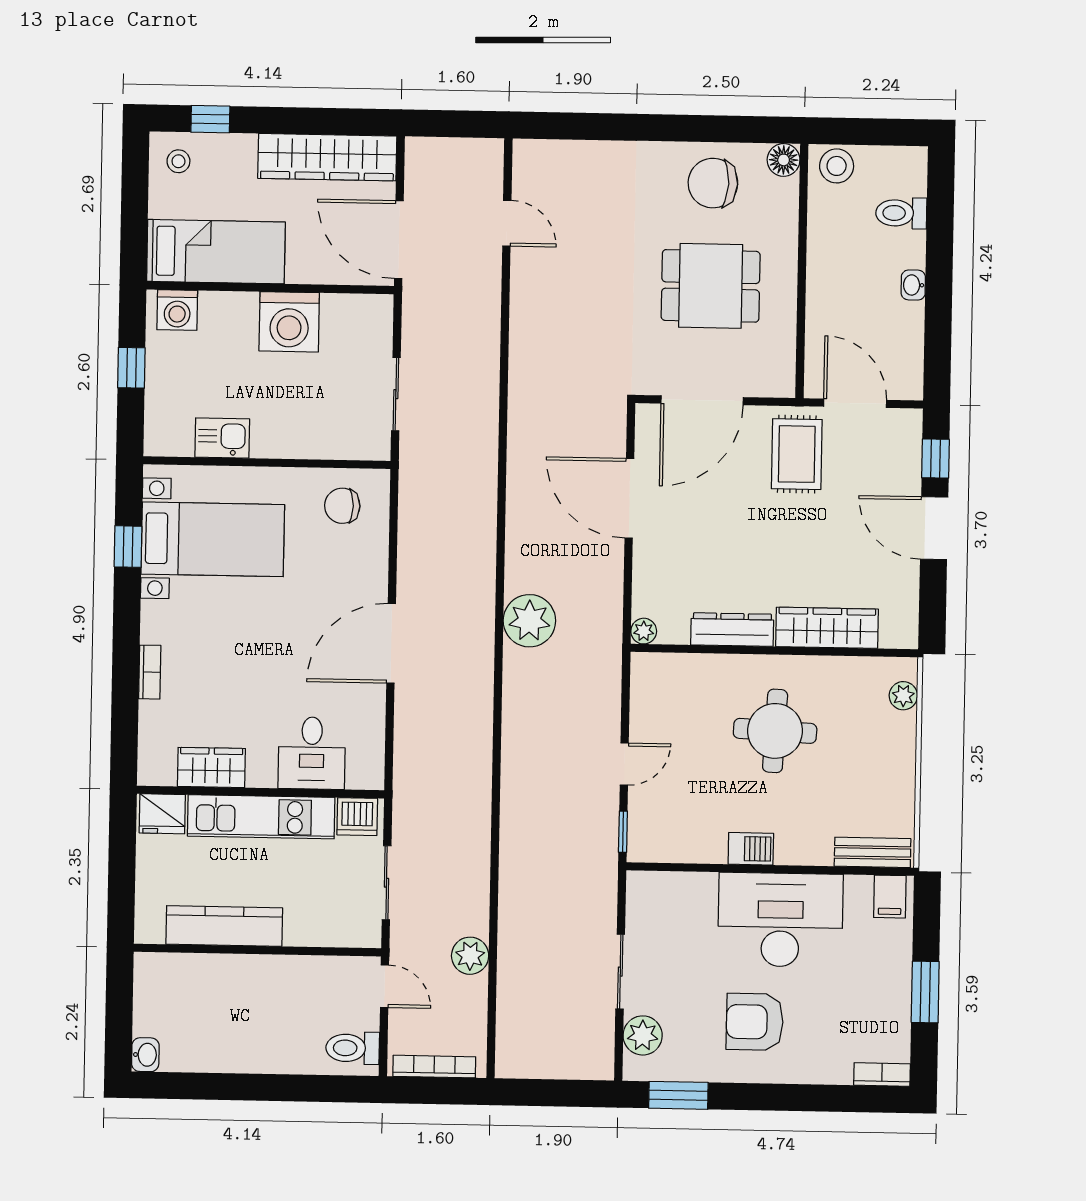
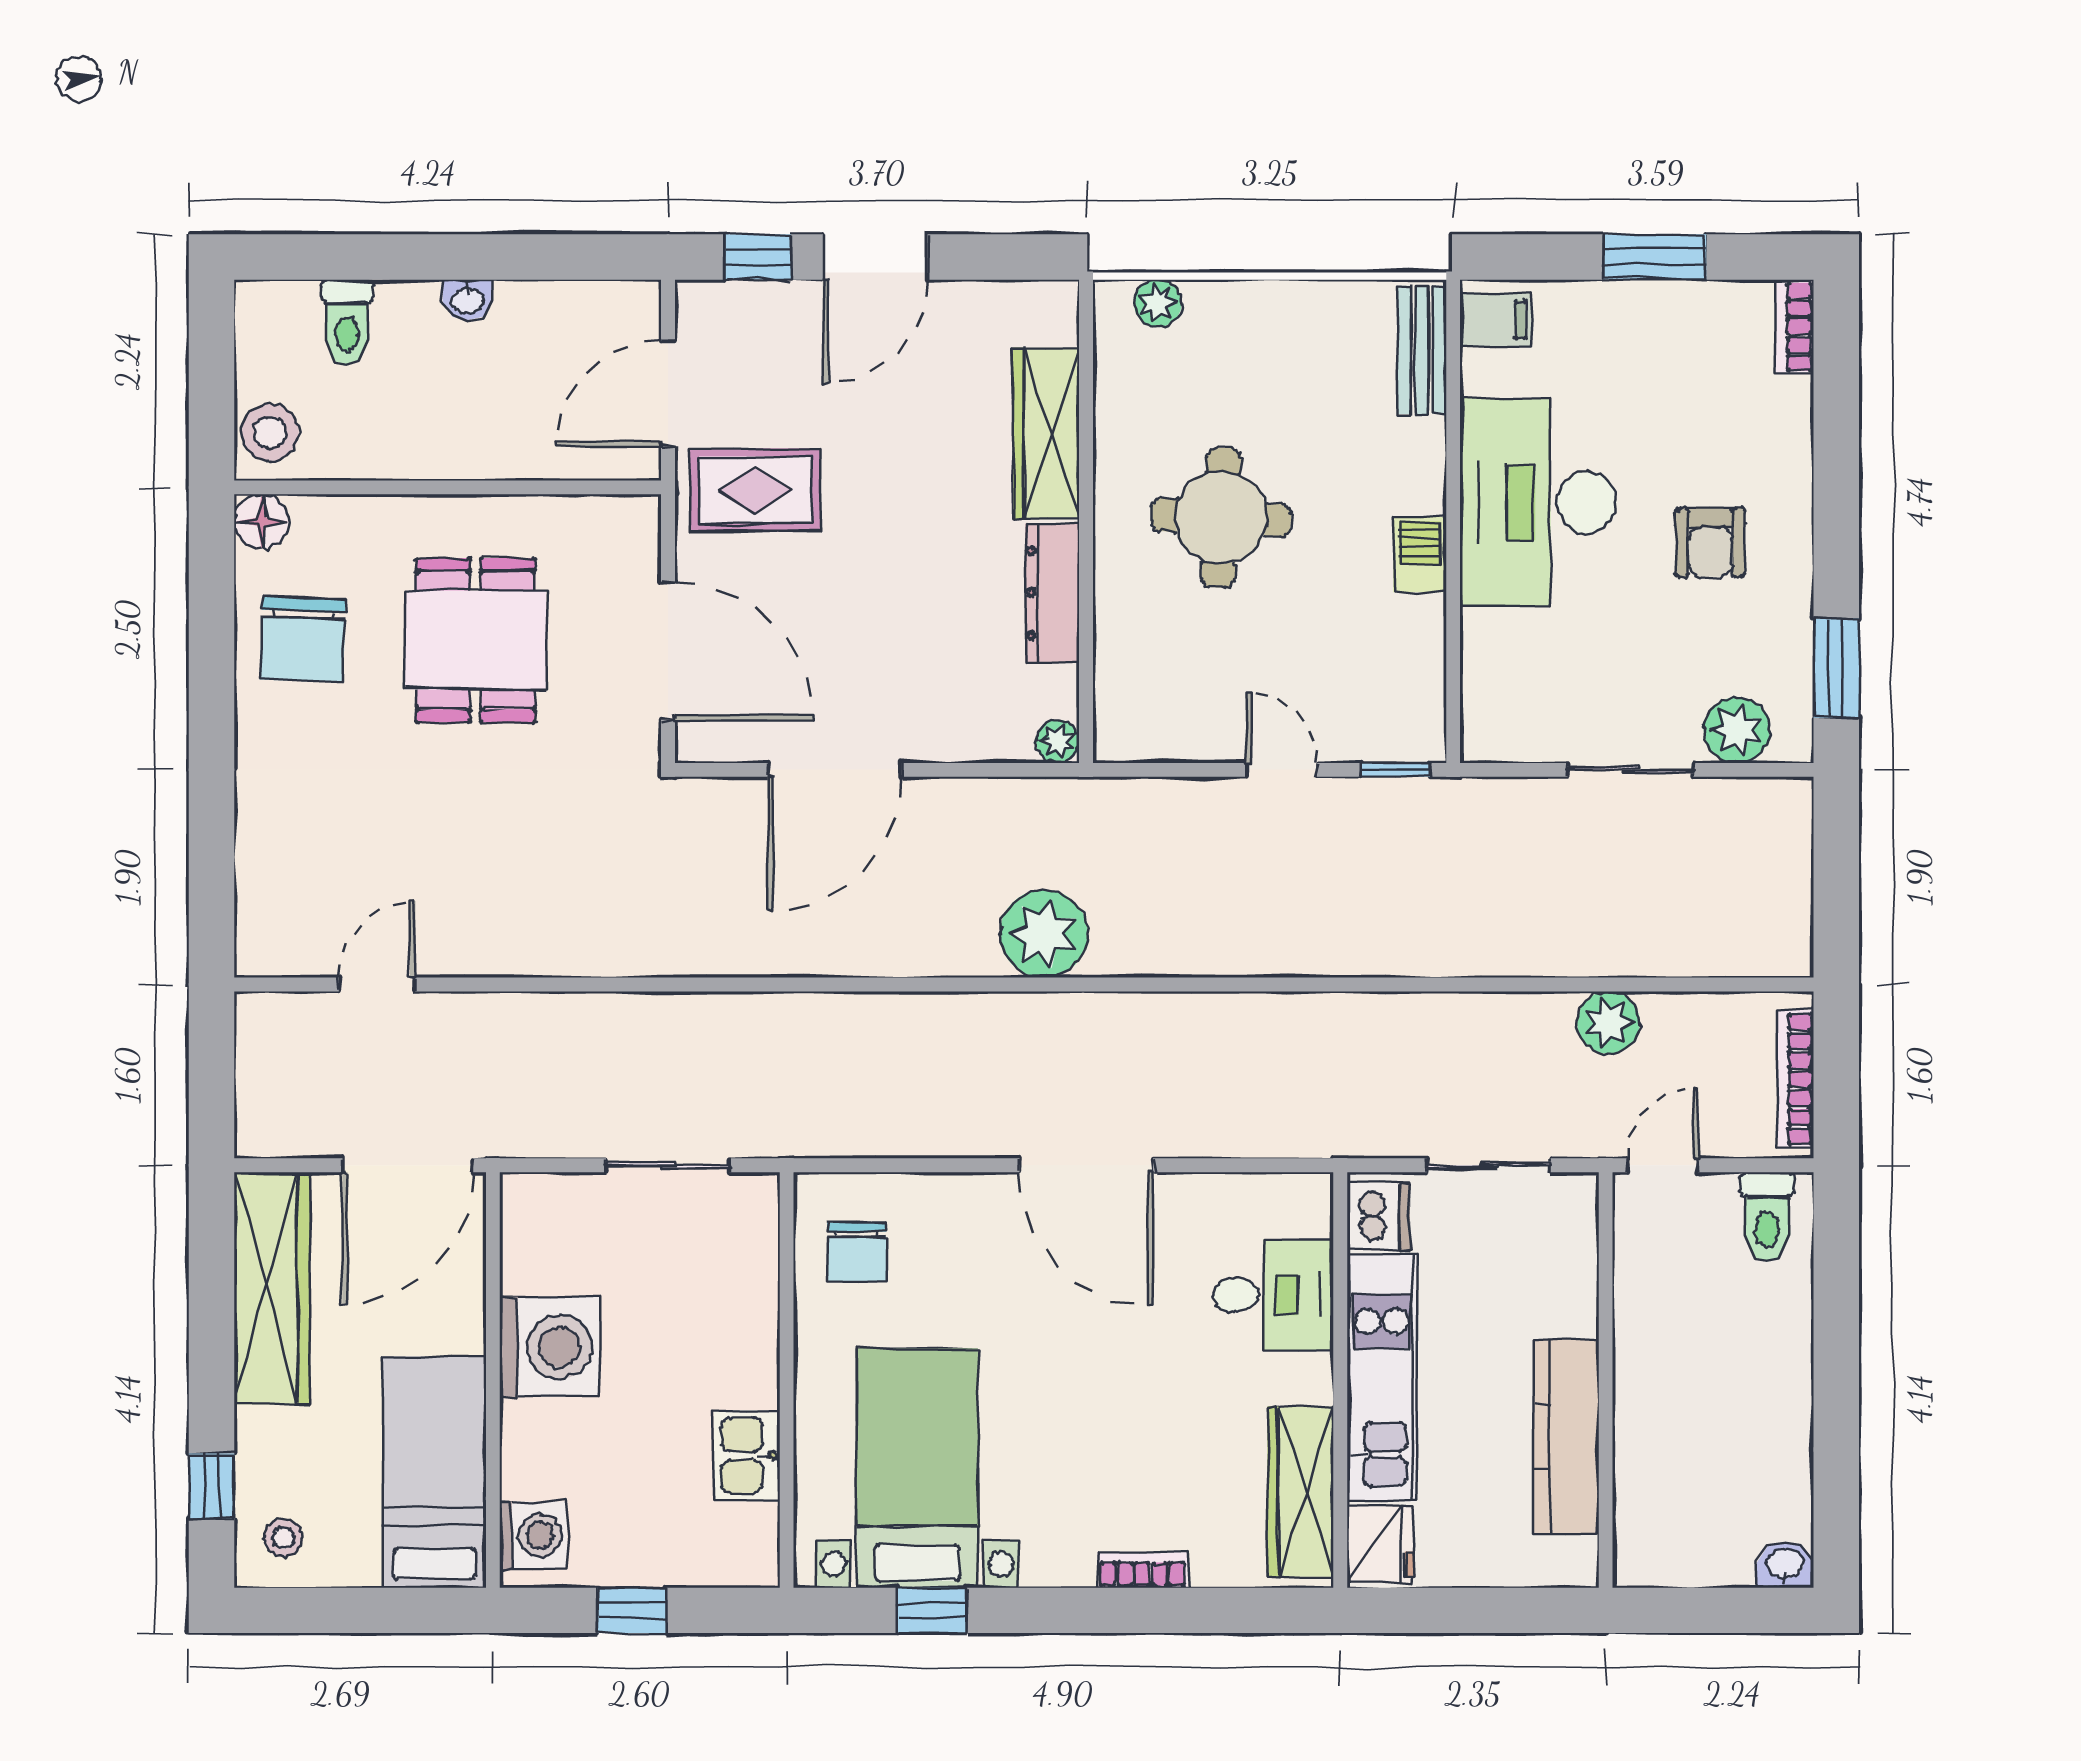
wardrobe: (211, 767) -> (1301, 1492), width x1.50
armchair: (755, 1022) -> (1710, 542), width x0.72, depth x0.72

